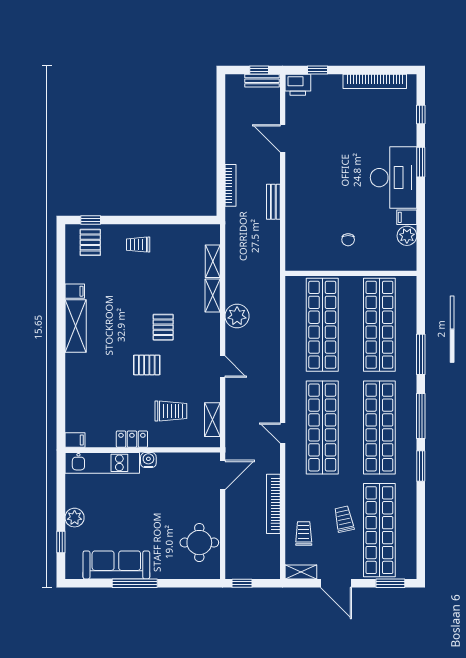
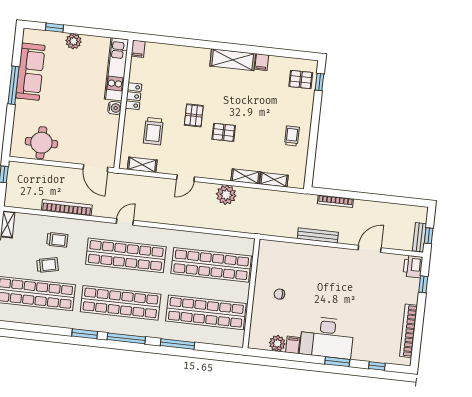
bench: (273, 202) -> (318, 235), width x1.36
trolley: (138, 245) -> (292, 136), moved
trolley: (304, 534) -> (57, 240), moved

